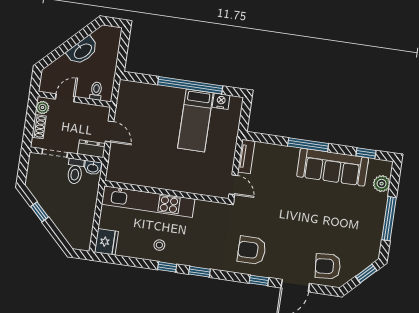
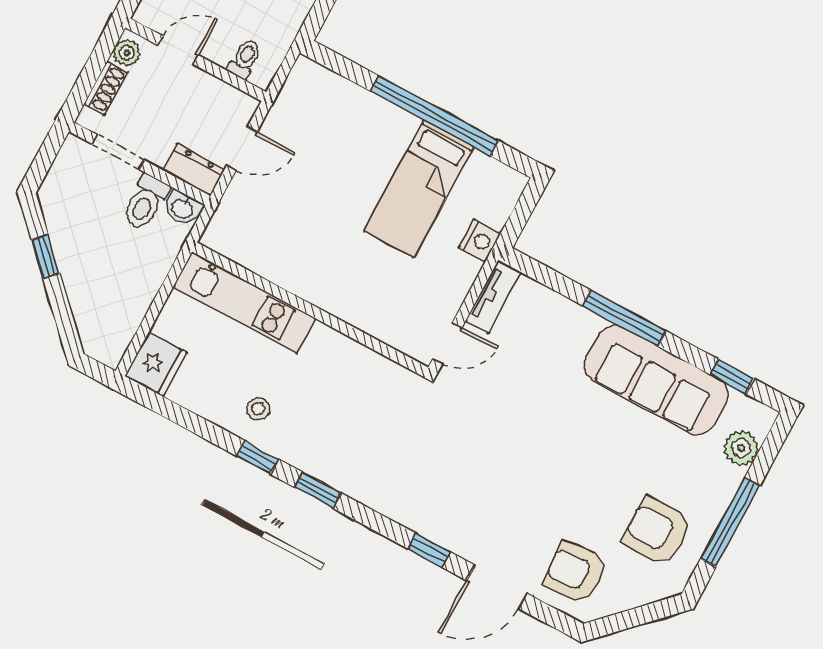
nightstand: (221, 101) -> (480, 241), moved, turned 90
door: (110, 131) -> (242, 149), hinge flipped
door: (233, 185) -> (447, 343), hinge flipped
kitchen unit: (148, 202) -> (245, 303), width x0.73
armchair: (252, 250) -> (657, 531), moved
window: (366, 273) -> (646, 614), removed

